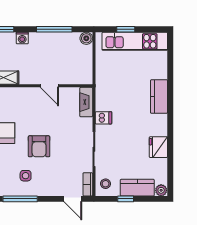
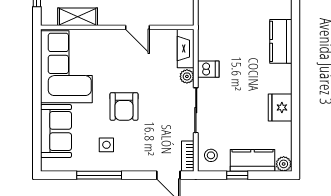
plant: (87, 123) -> (187, 76), added

